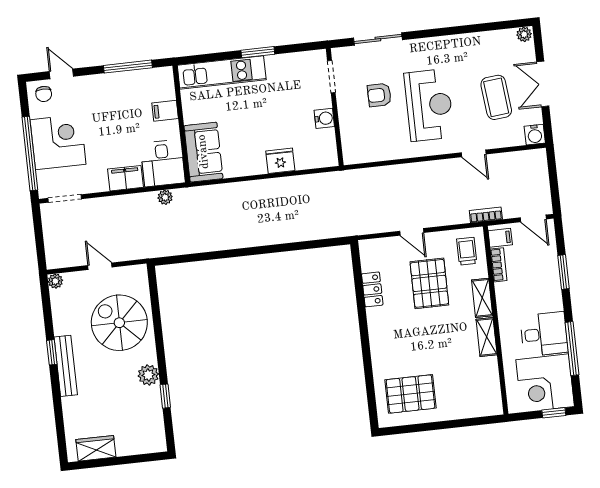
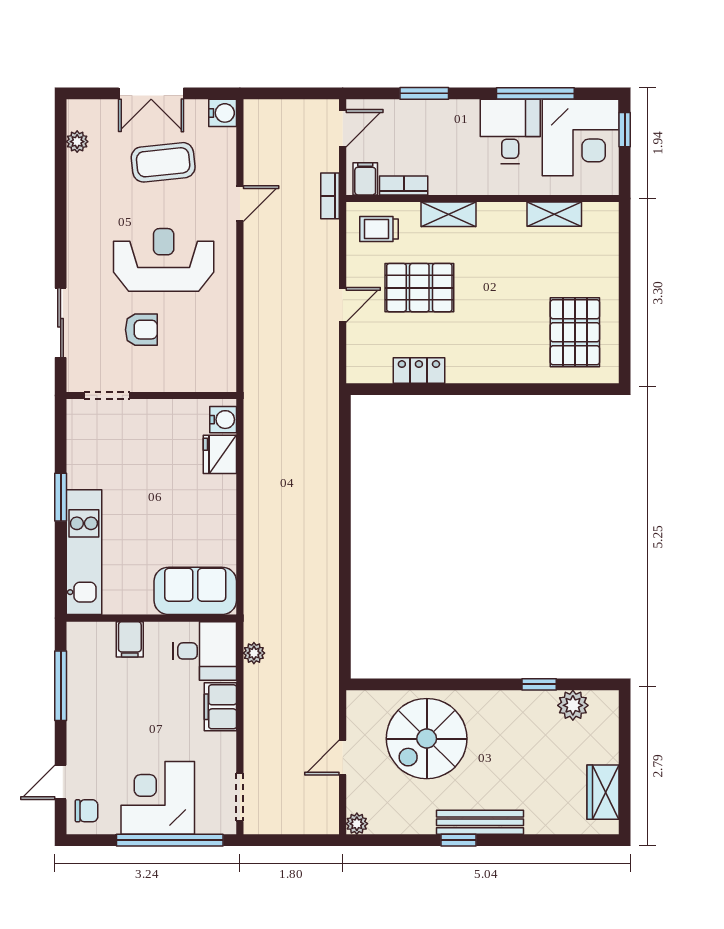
plant: (524, 34) -> (77, 142), moved
armchair: (379, 95) -> (141, 330), turned -90
water cooler: (324, 118) -> (223, 420), moved, turned 90
fridge: (280, 161) -> (220, 454), moved
shelving: (487, 337) -> (554, 214), moved
plant: (148, 375) -> (573, 705), moved

